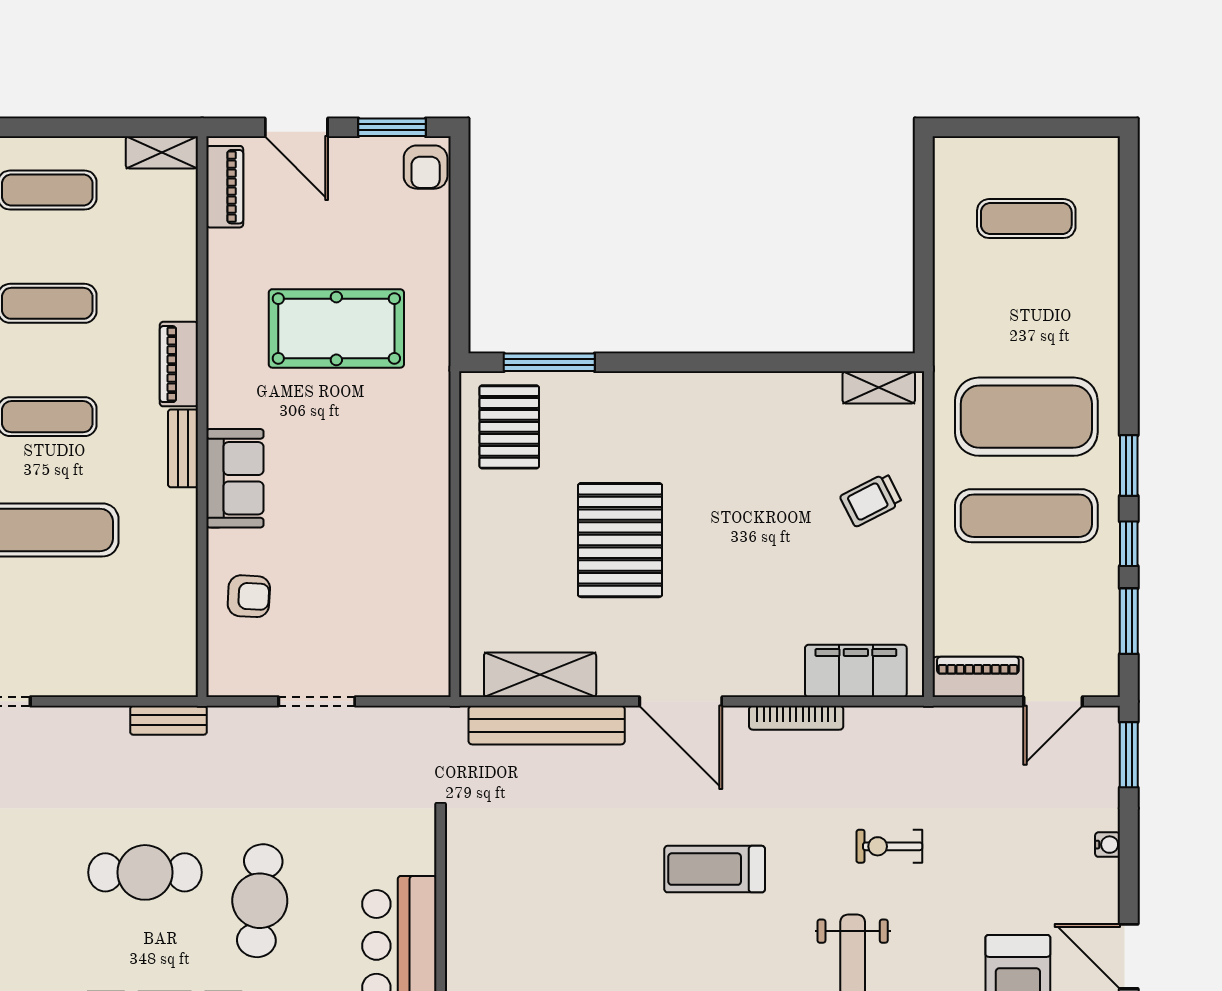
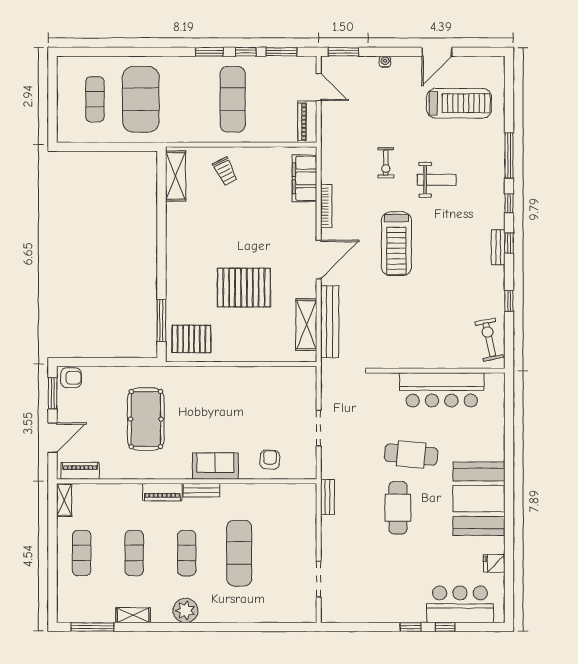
shelving: (879, 387) -> (176, 176), width x1.50, depth x1.33
exercise mat: (1026, 417) -> (141, 99), moved
treadmill: (715, 869) -> (396, 244), width x1.37, depth x1.37

